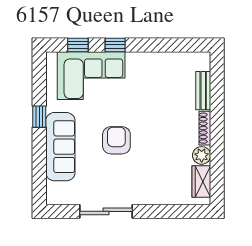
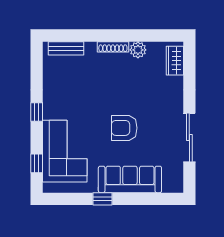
window: (115, 45) -> (37, 112), moved
bench: (203, 91) -> (66, 48), moved
wardrobe: (201, 182) -> (175, 61), moved, turned 90

